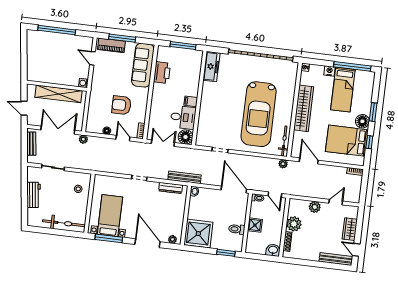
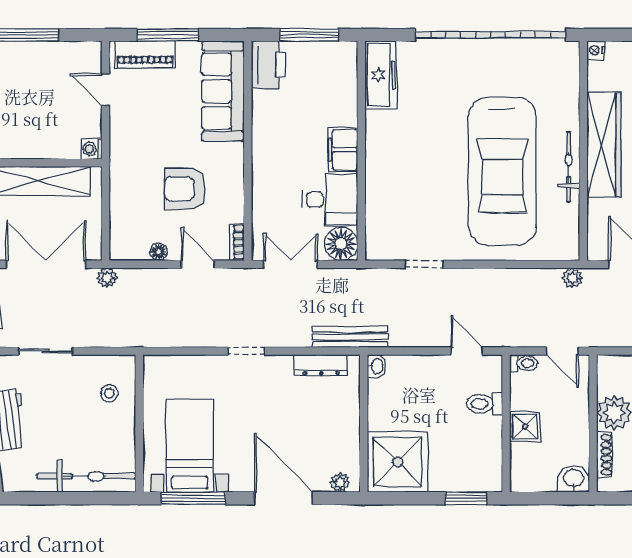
printer: (162, 73) -> (269, 65), moved
filing cabinet: (191, 101) -> (343, 150), width x2.00
bicycle: (284, 141) -> (569, 167), moved
door: (234, 190) -> (467, 351), width x0.53
toilet: (237, 229) -> (484, 404), moved

